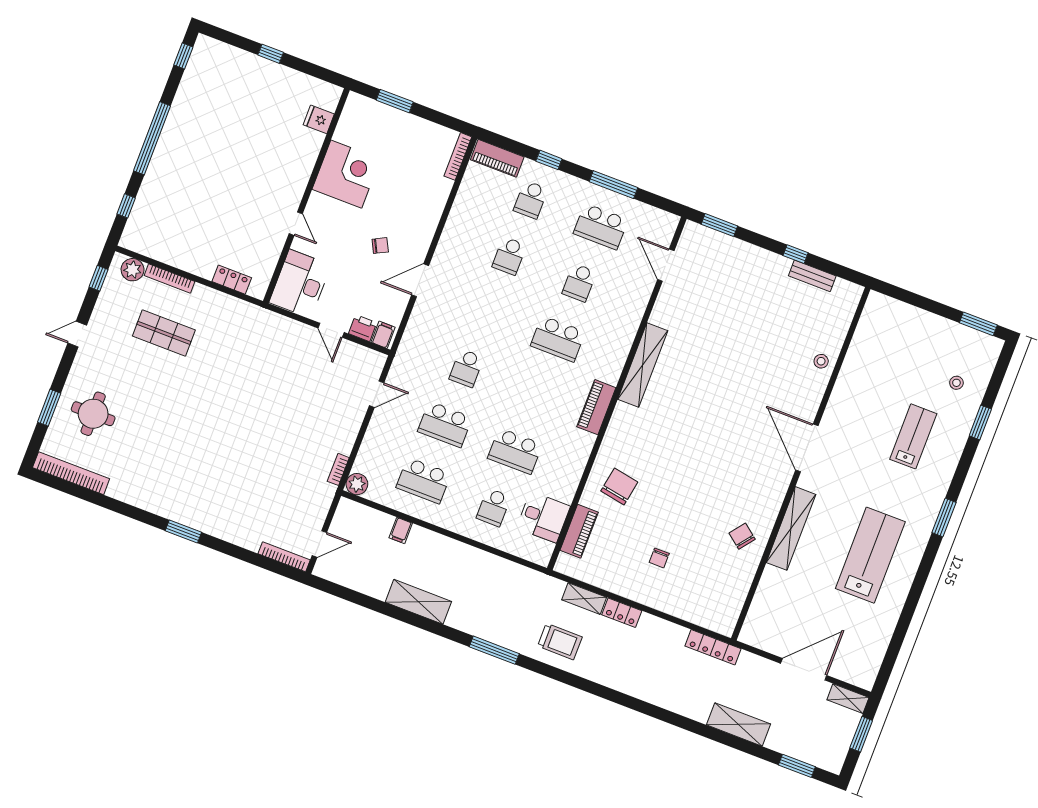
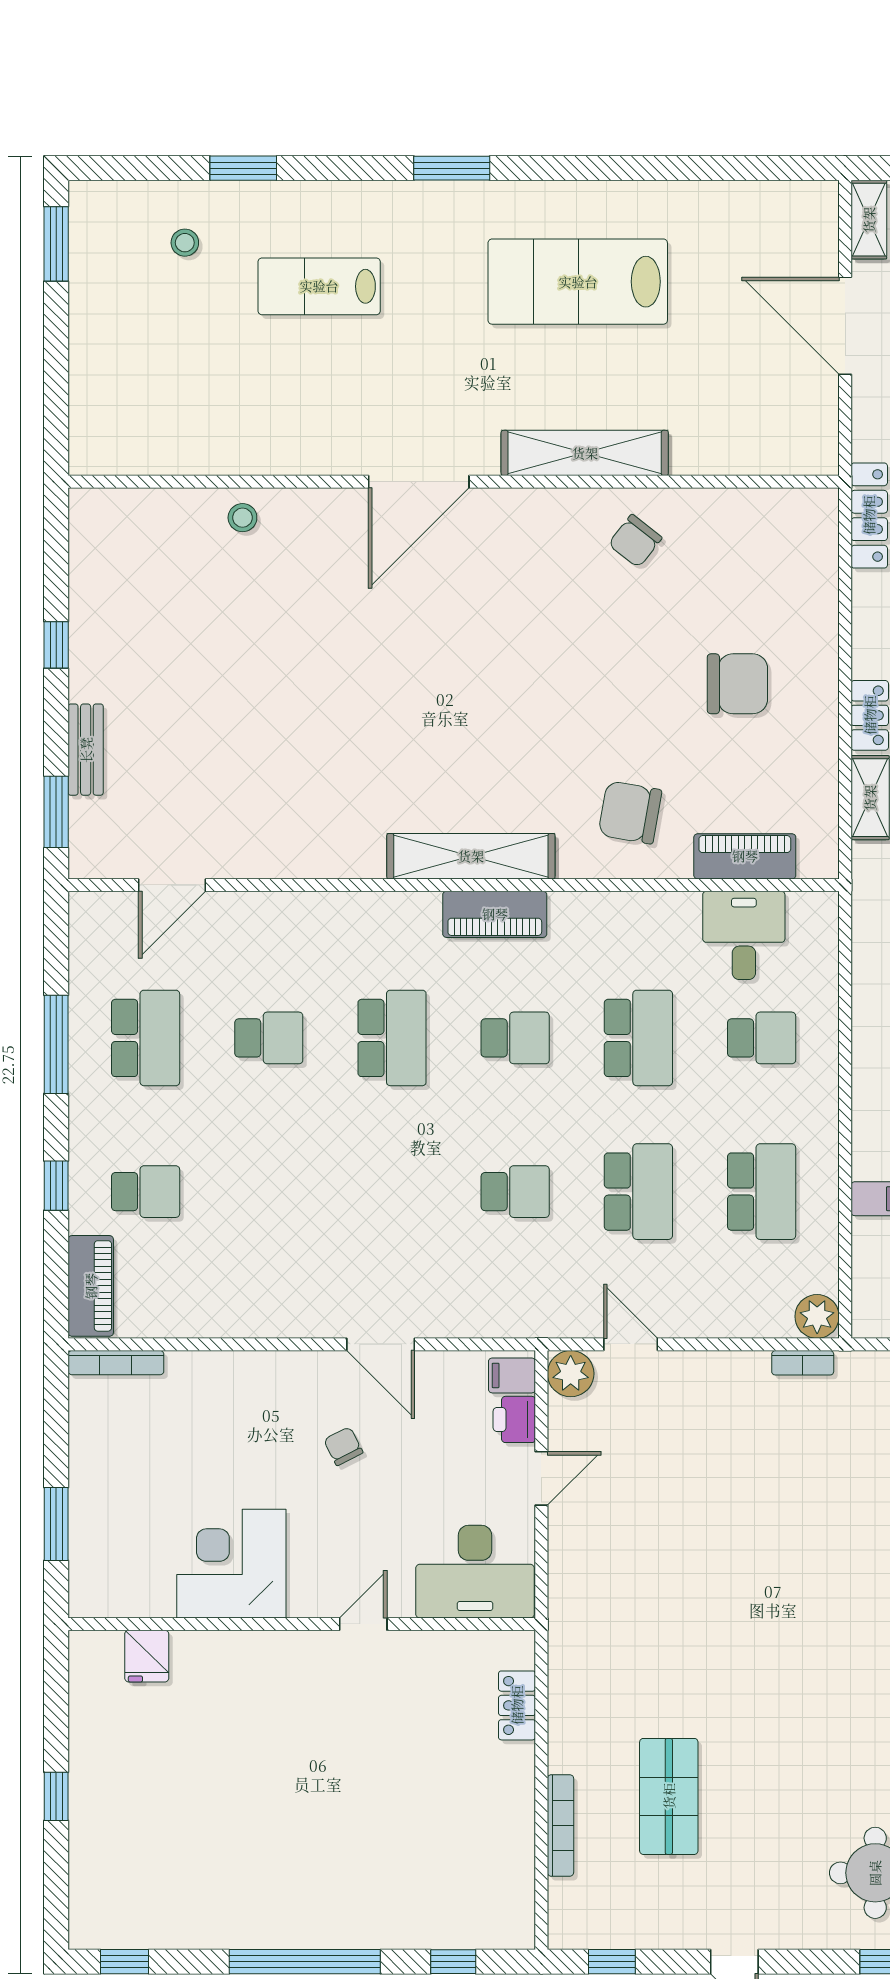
school desk: (509, 256) -> (515, 1038), moved
plant: (133, 270) -> (571, 1374), moved
bench: (812, 276) -> (86, 750), moved
shelving: (643, 365) -> (471, 856), moved
chair: (659, 558) -> (737, 684), width x1.87, depth x1.87

